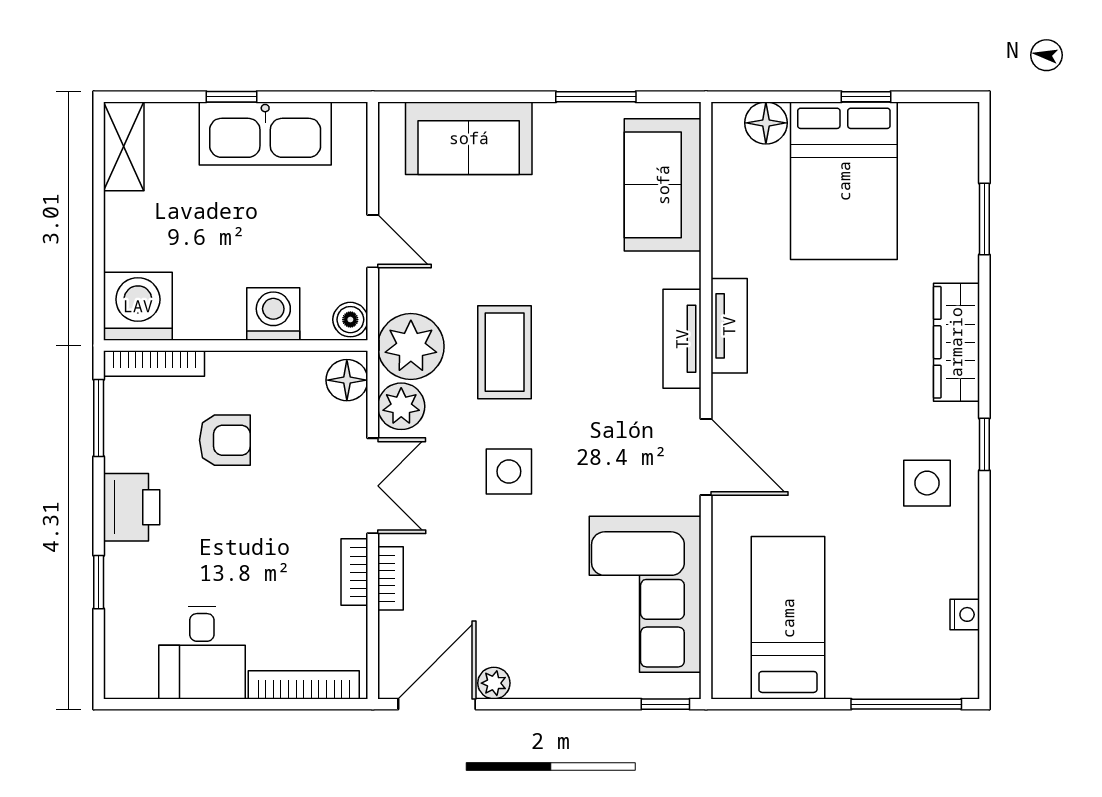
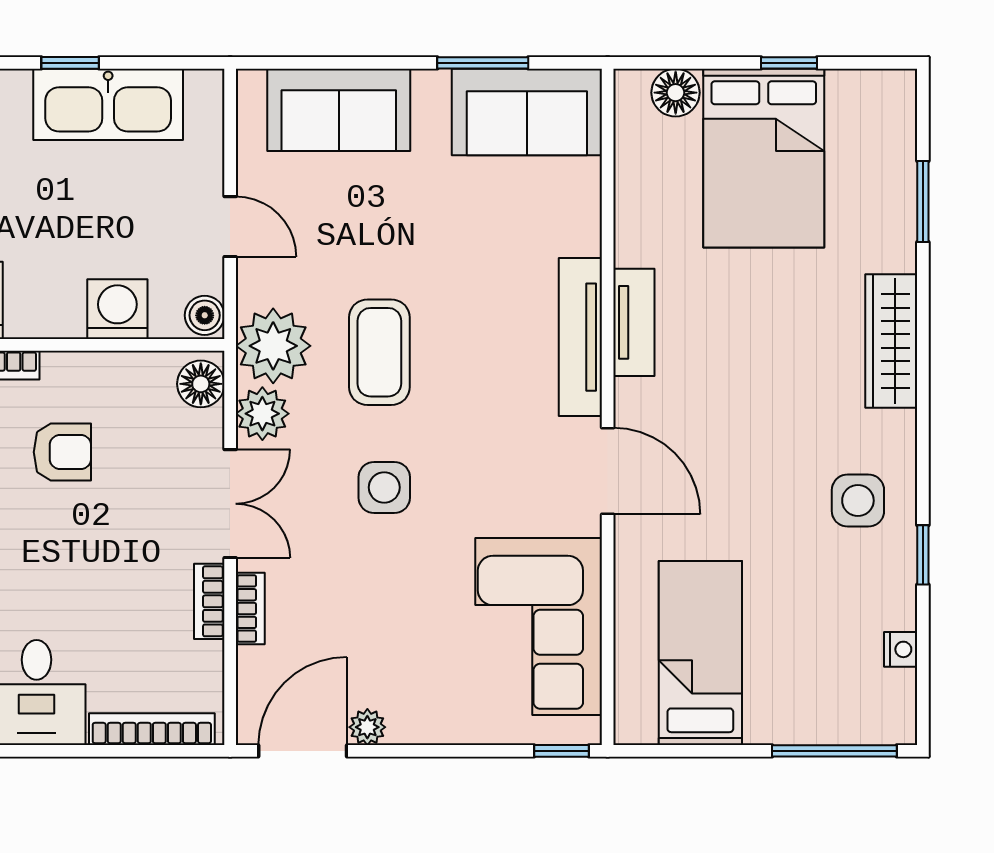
sofa: (663, 185) -> (527, 112), moved, turned -90
tv unit: (682, 339) -> (580, 337), width x1.41
window: (984, 444) -> (923, 555), moved

